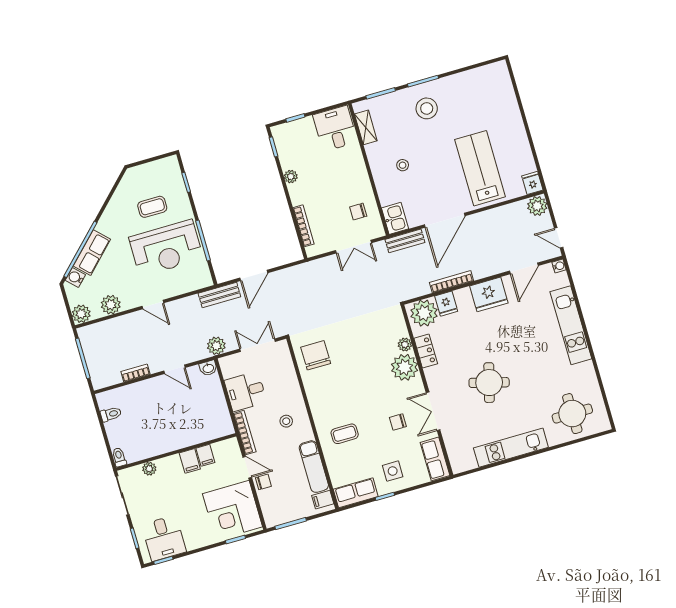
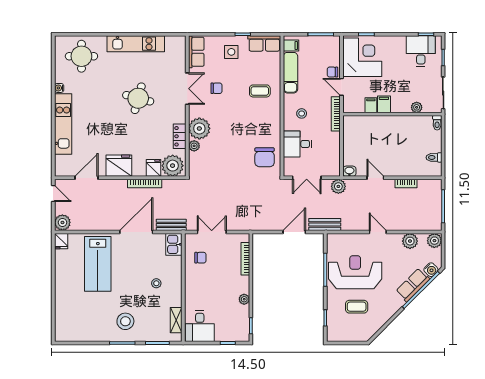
water cooler: (559, 266) -> (59, 88), moved
desk: (245, 391) -> (298, 144), moved, turned 180

